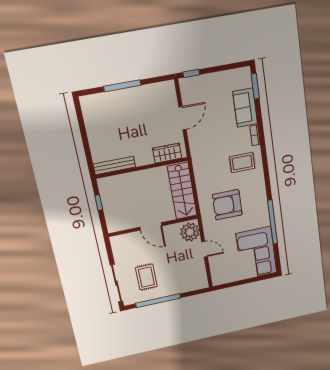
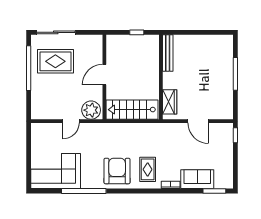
armchair: (227, 205) -> (117, 171), moved
rug: (146, 277) -> (55, 61), width x1.36, depth x1.43

